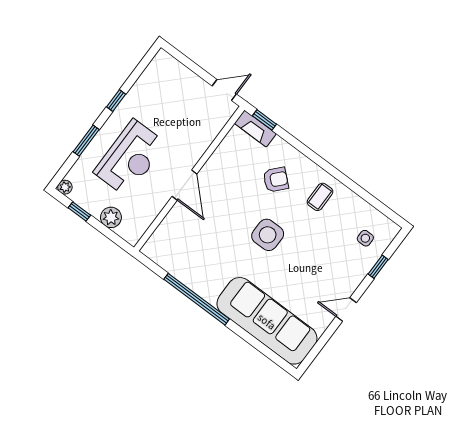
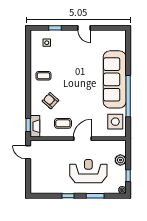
coffee table: (229, 173) -> (63, 123), added
side table: (268, 235) -> (115, 122), moved
sofa: (267, 321) -> (115, 79), moved

